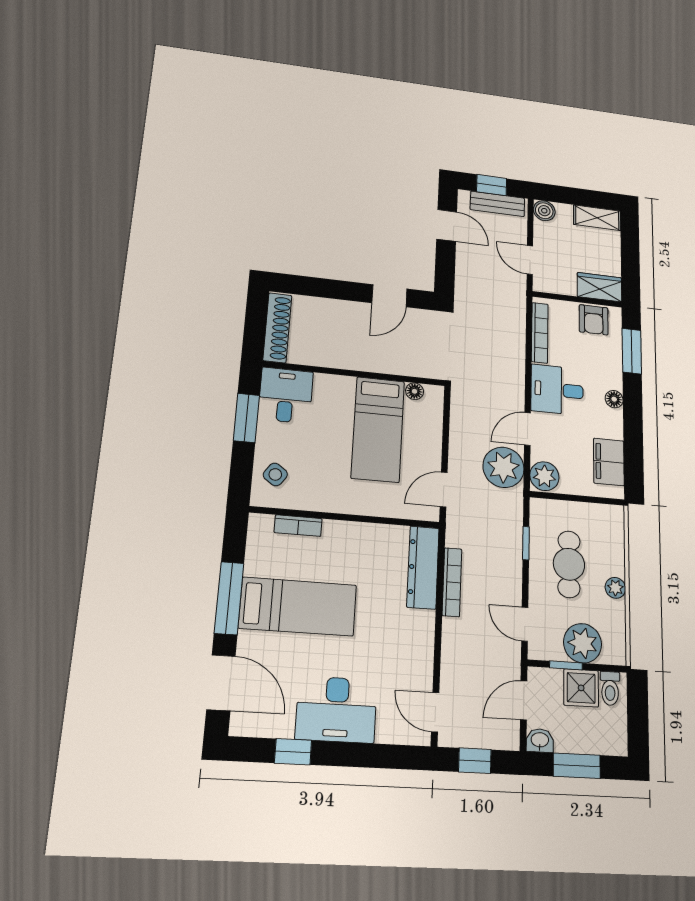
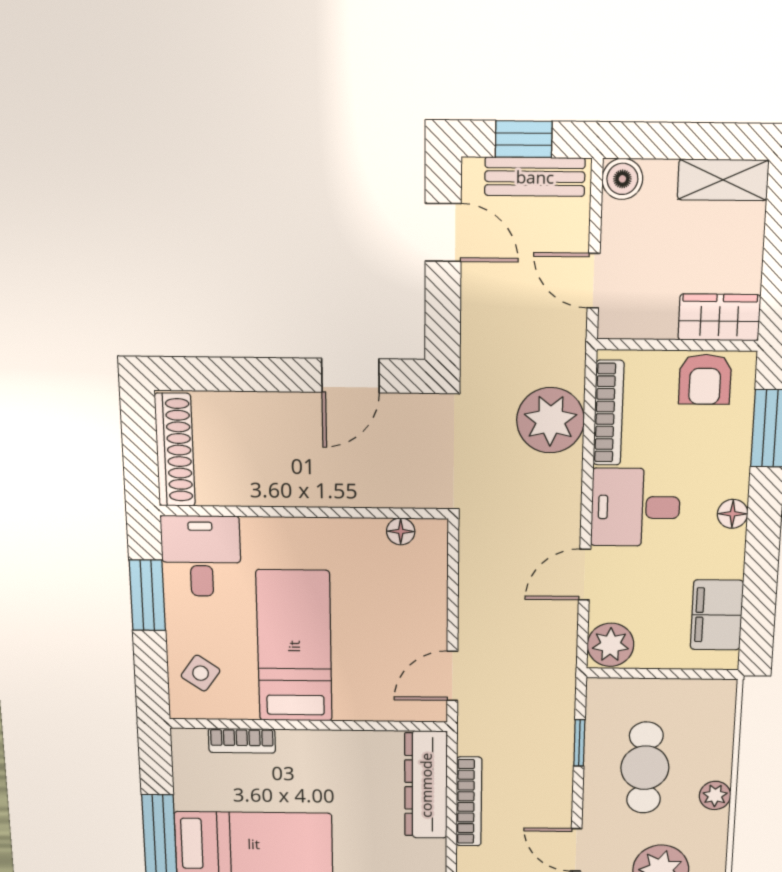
bed: (378, 429) -> (294, 646), moved, turned 180
plant: (504, 467) -> (550, 420), moved

